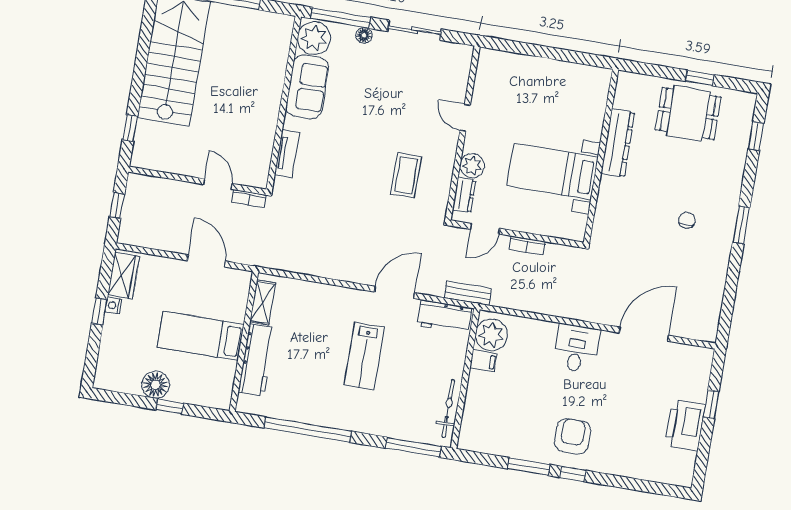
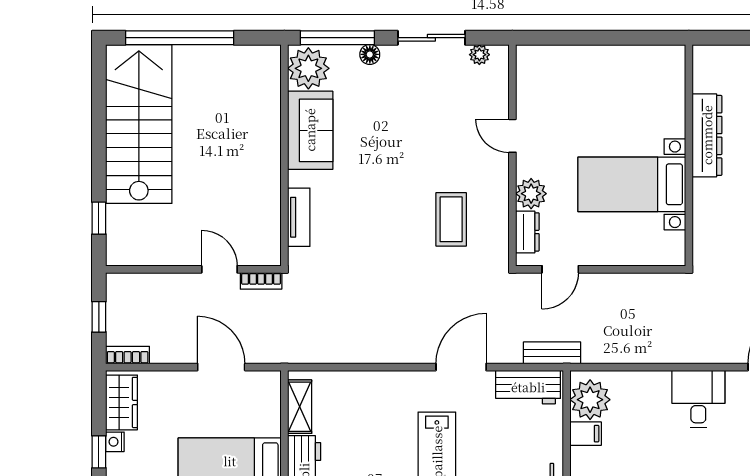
plant: (450, 50) -> (479, 55), added
bookcase: (527, 245) -> (128, 355), moved, turned 180

